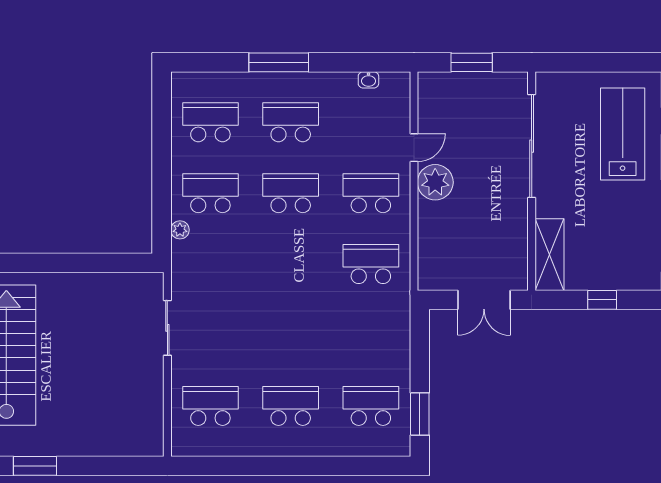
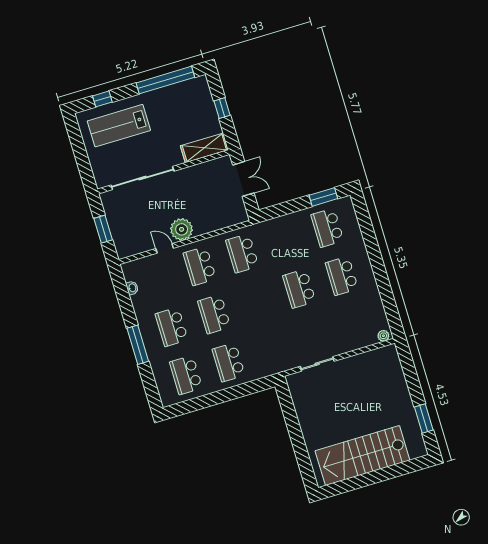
plant: (180, 230) -> (383, 336), moved
school desk: (210, 406) -> (299, 289), moved

